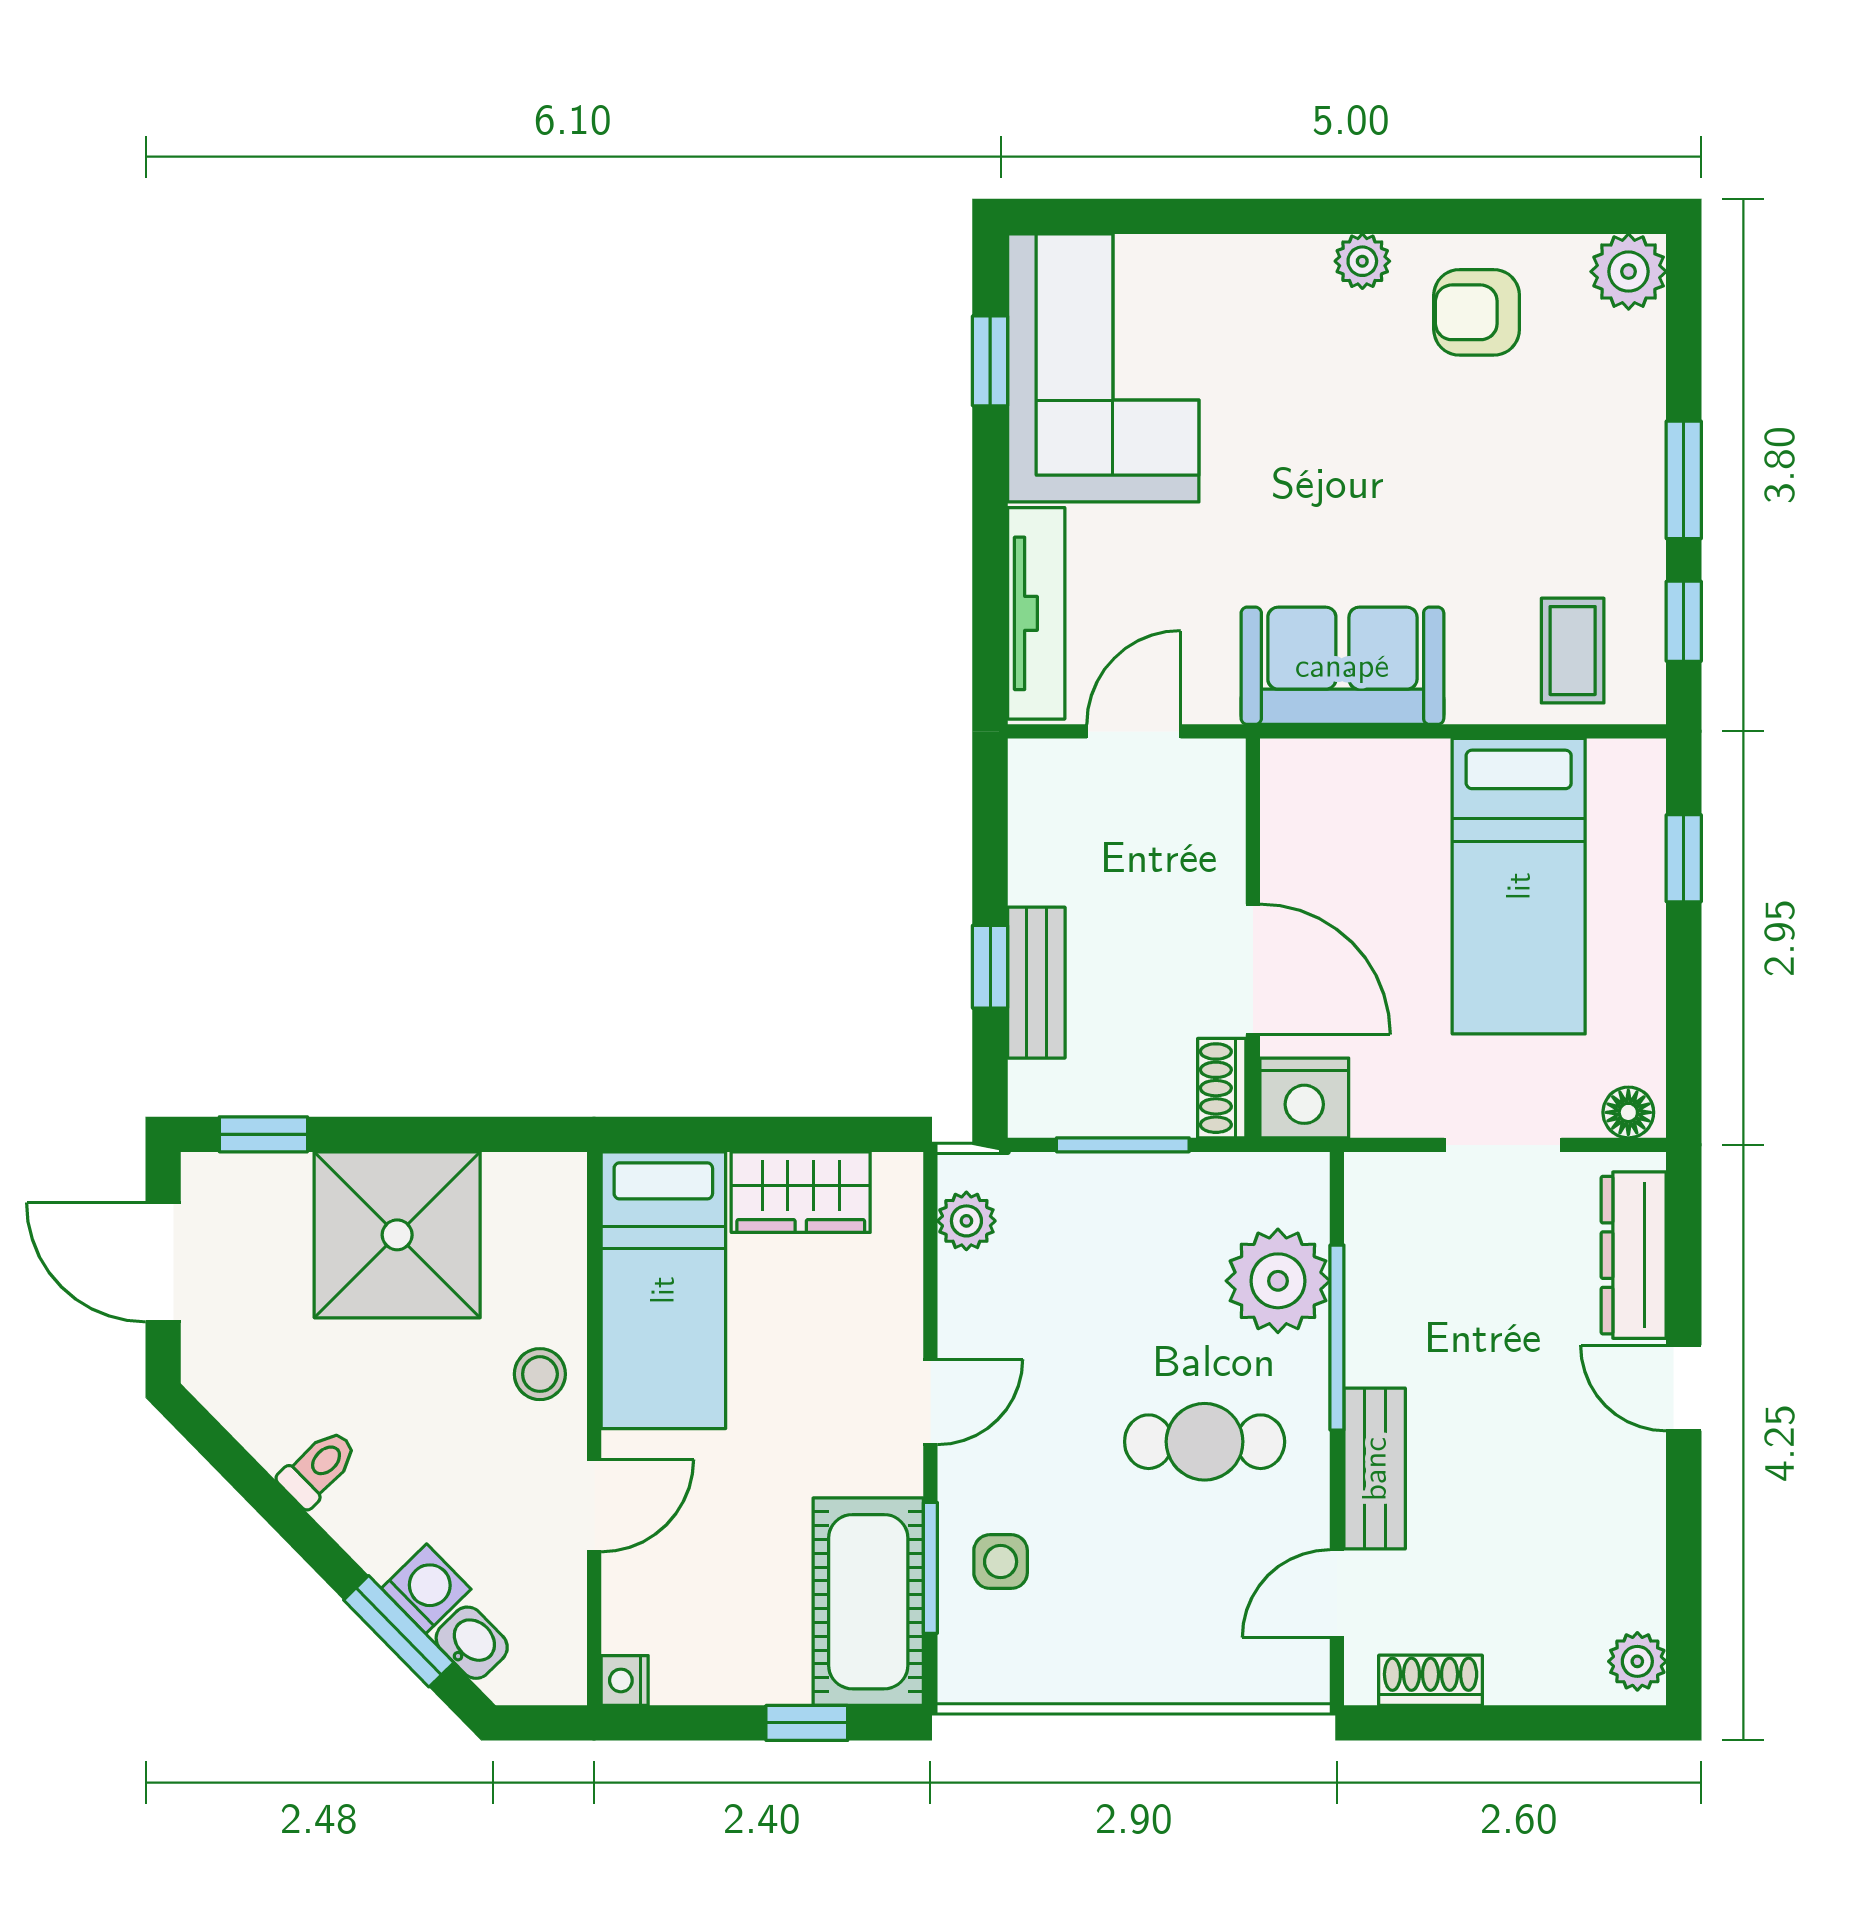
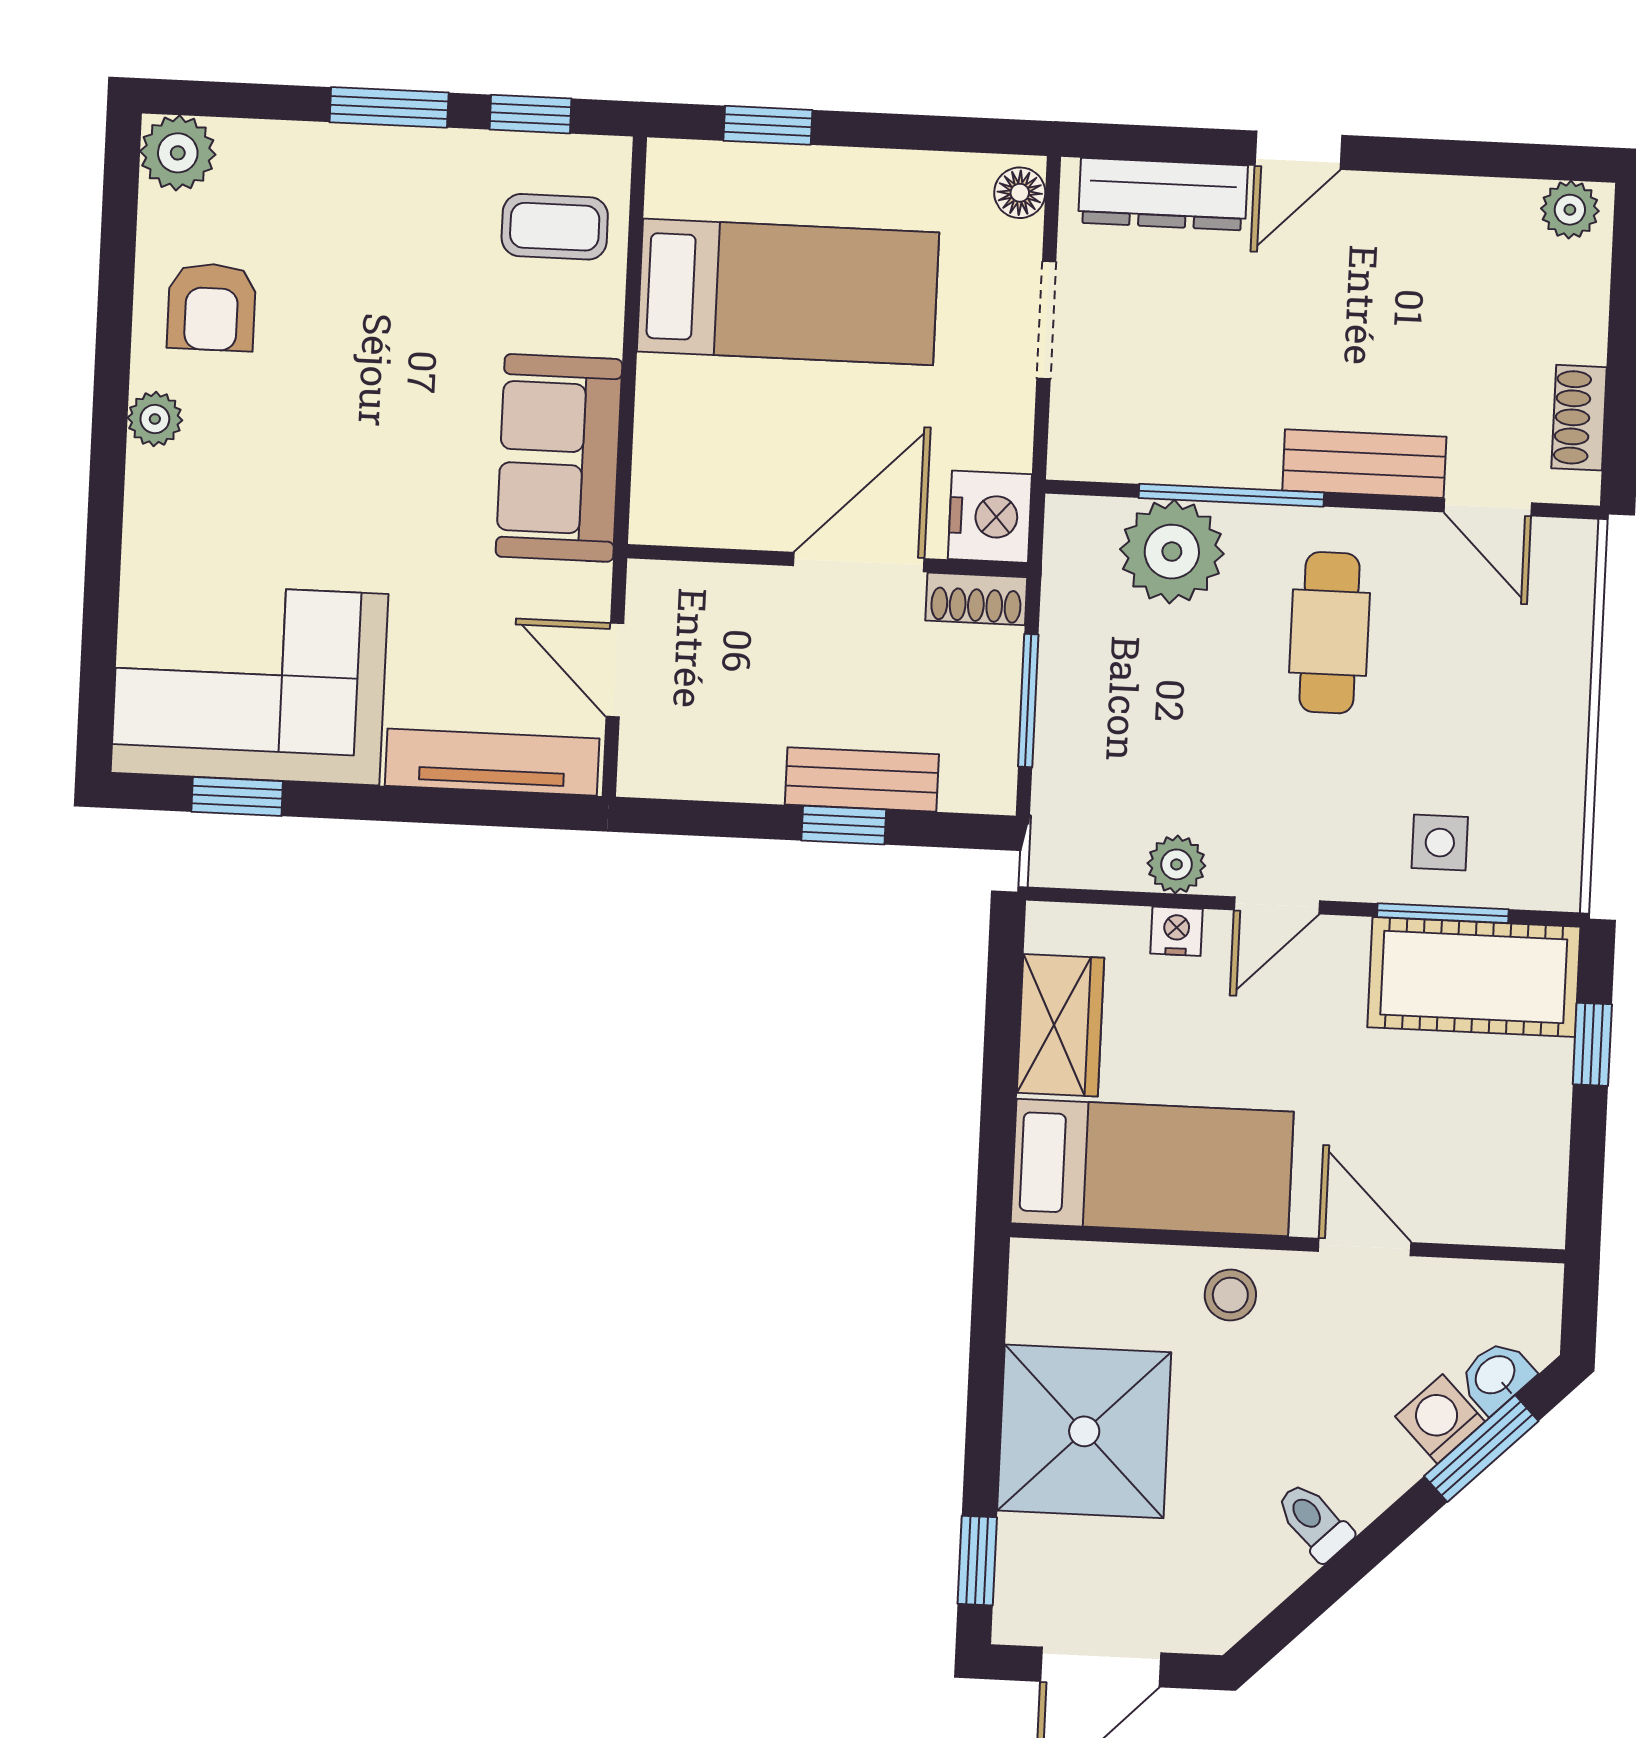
plant: (966, 1221) -> (1176, 864), moved
door: (930, 1402) -> (1277, 905), swing flipped
nightstand: (625, 1680) -> (1177, 931), moved, turned 180

